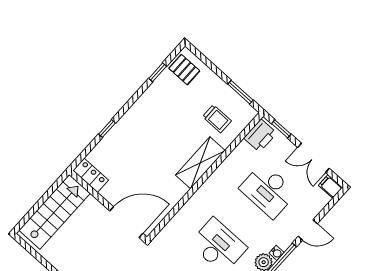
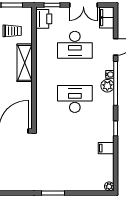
filing cabinet: (330, 186) -> (107, 18), width x2.00

